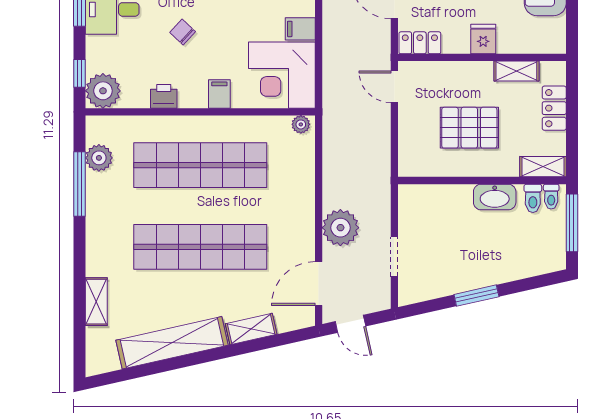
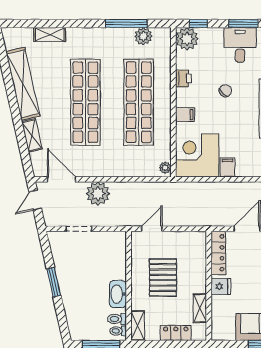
locker: (420, 43) -> (218, 253), width x1.53
door: (394, 87) -> (152, 229), moved

